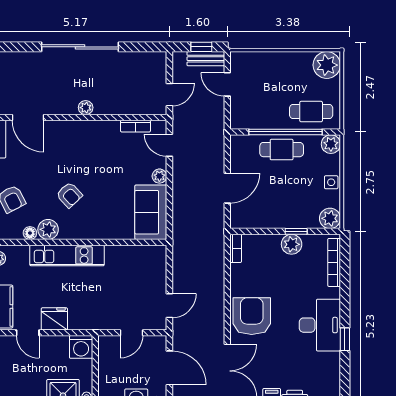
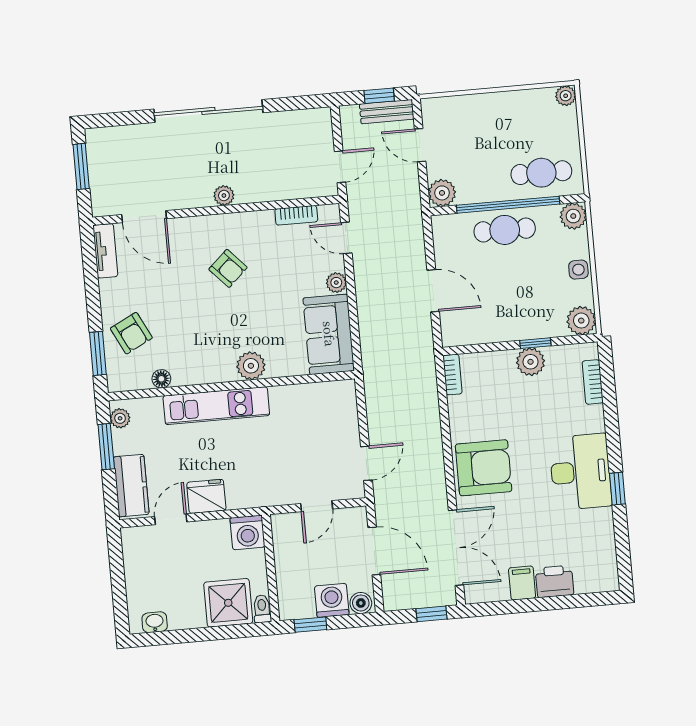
plant: (327, 65) -> (566, 96), width x0.53, depth x0.53
plant: (240, 120) -> (442, 193), added
door: (227, 188) -> (433, 291), hinge flipped
armchair: (69, 195) -> (228, 268), moved
plant: (48, 229) -> (251, 366), moved
bookcase: (334, 262) -> (593, 382), width x0.64
armchair: (252, 316) -> (484, 468), turned 90
door: (28, 333) -> (171, 519), swing flipped

